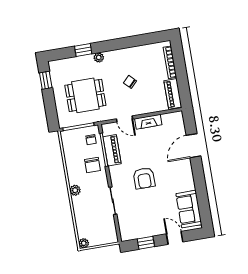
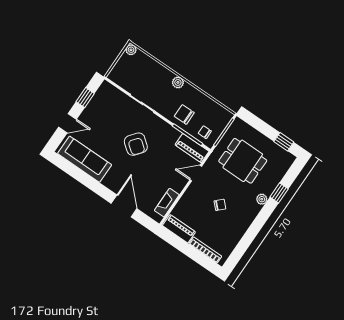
dining table: (85, 95) -> (243, 161), turned 90
fireplace: (148, 122) -> (167, 203), moved
piano: (112, 150) -> (192, 148), moved
armchair: (144, 178) -> (136, 144), turned -142
sofa: (189, 209) -> (85, 159), width x1.36

